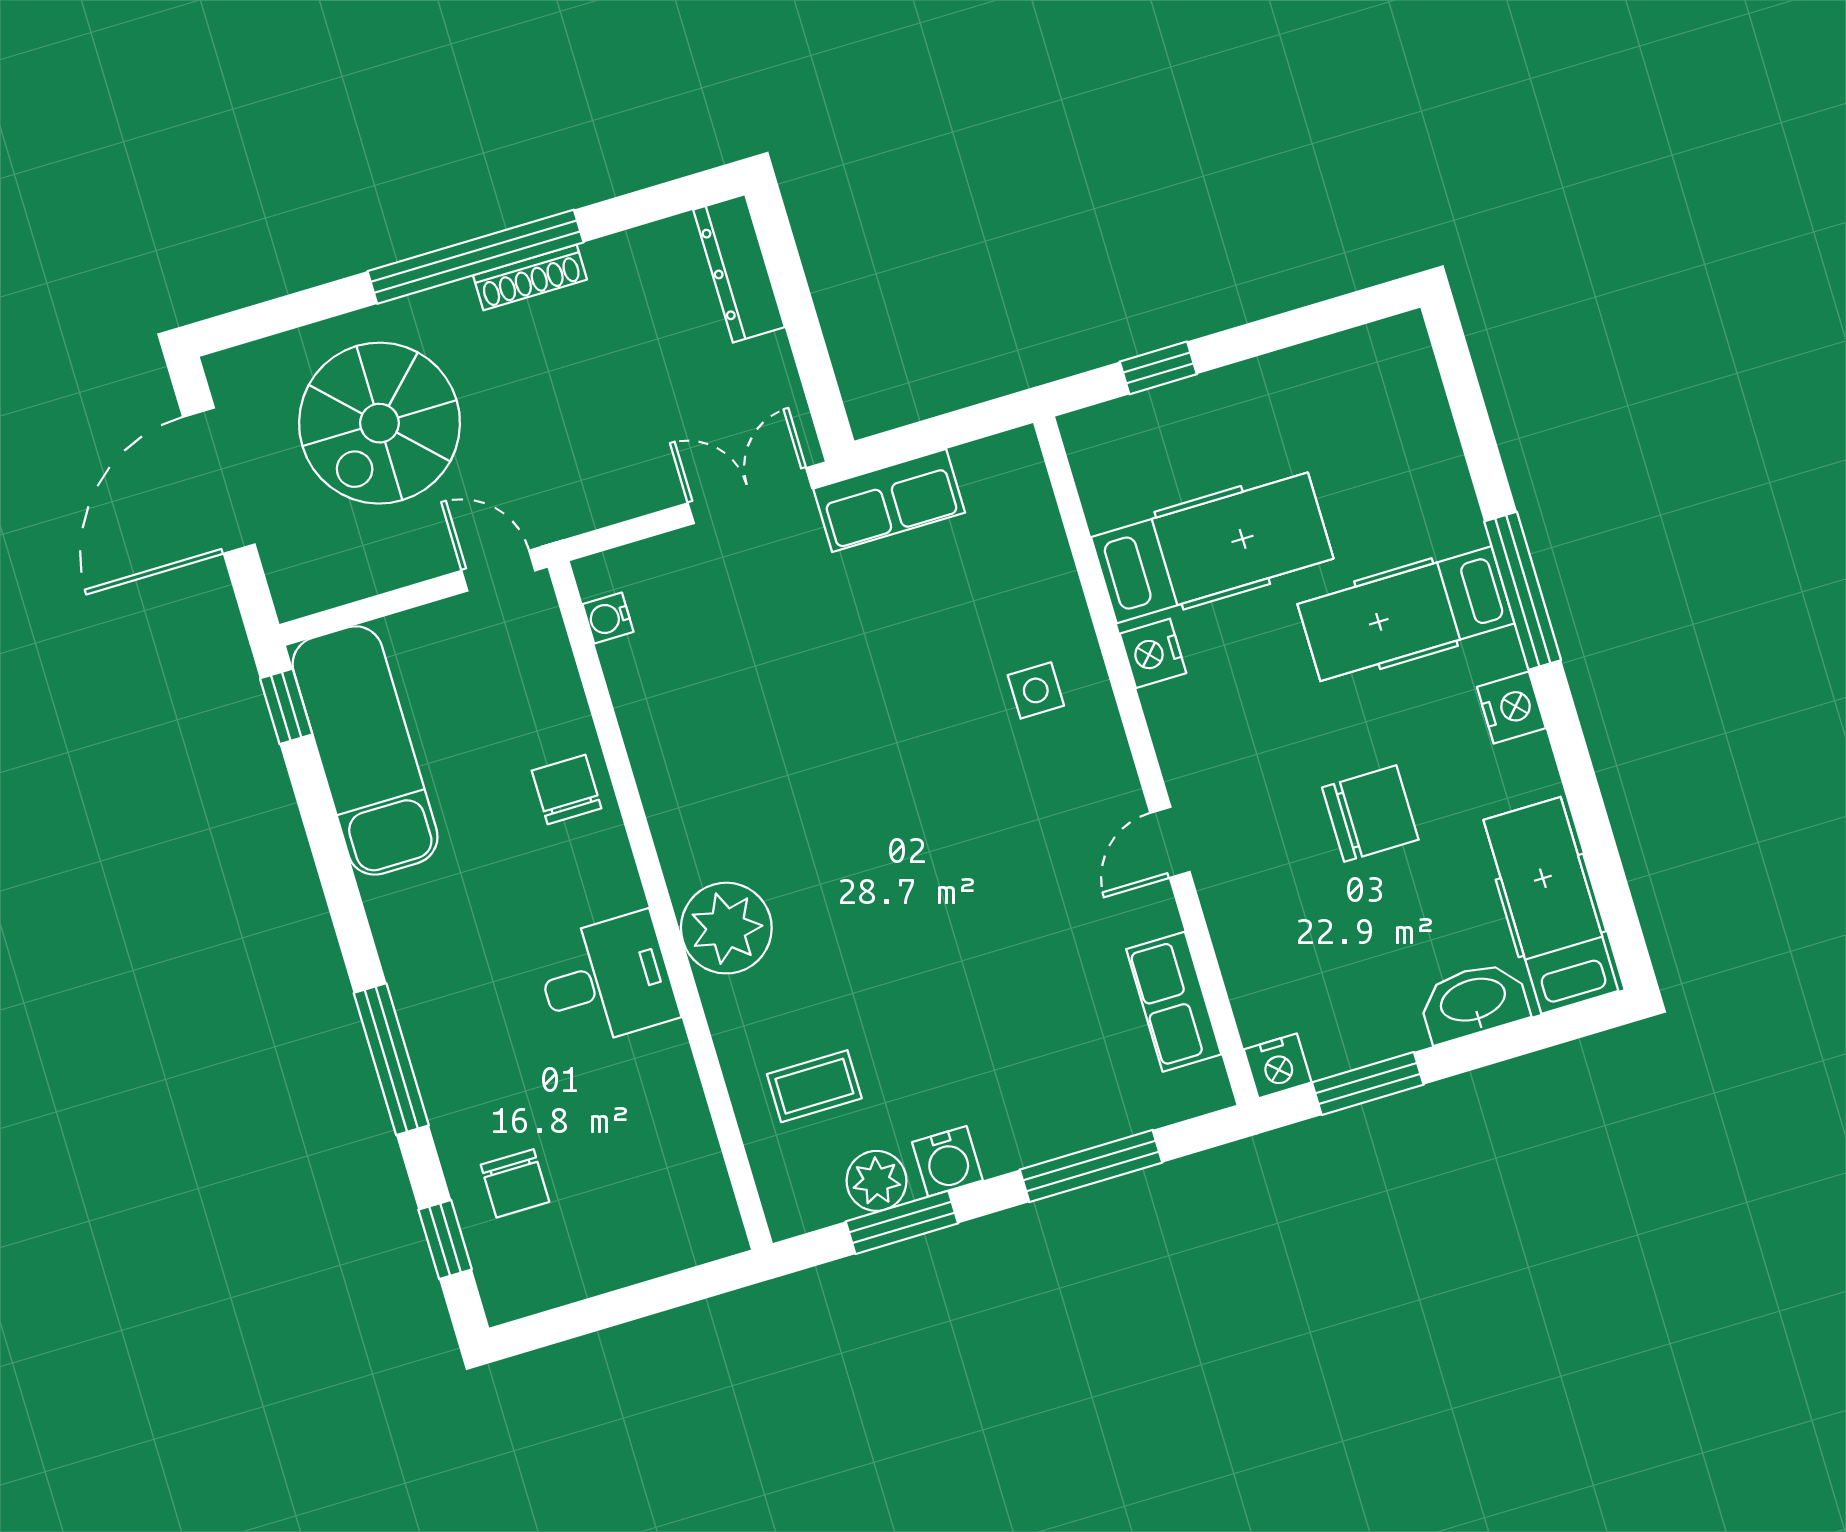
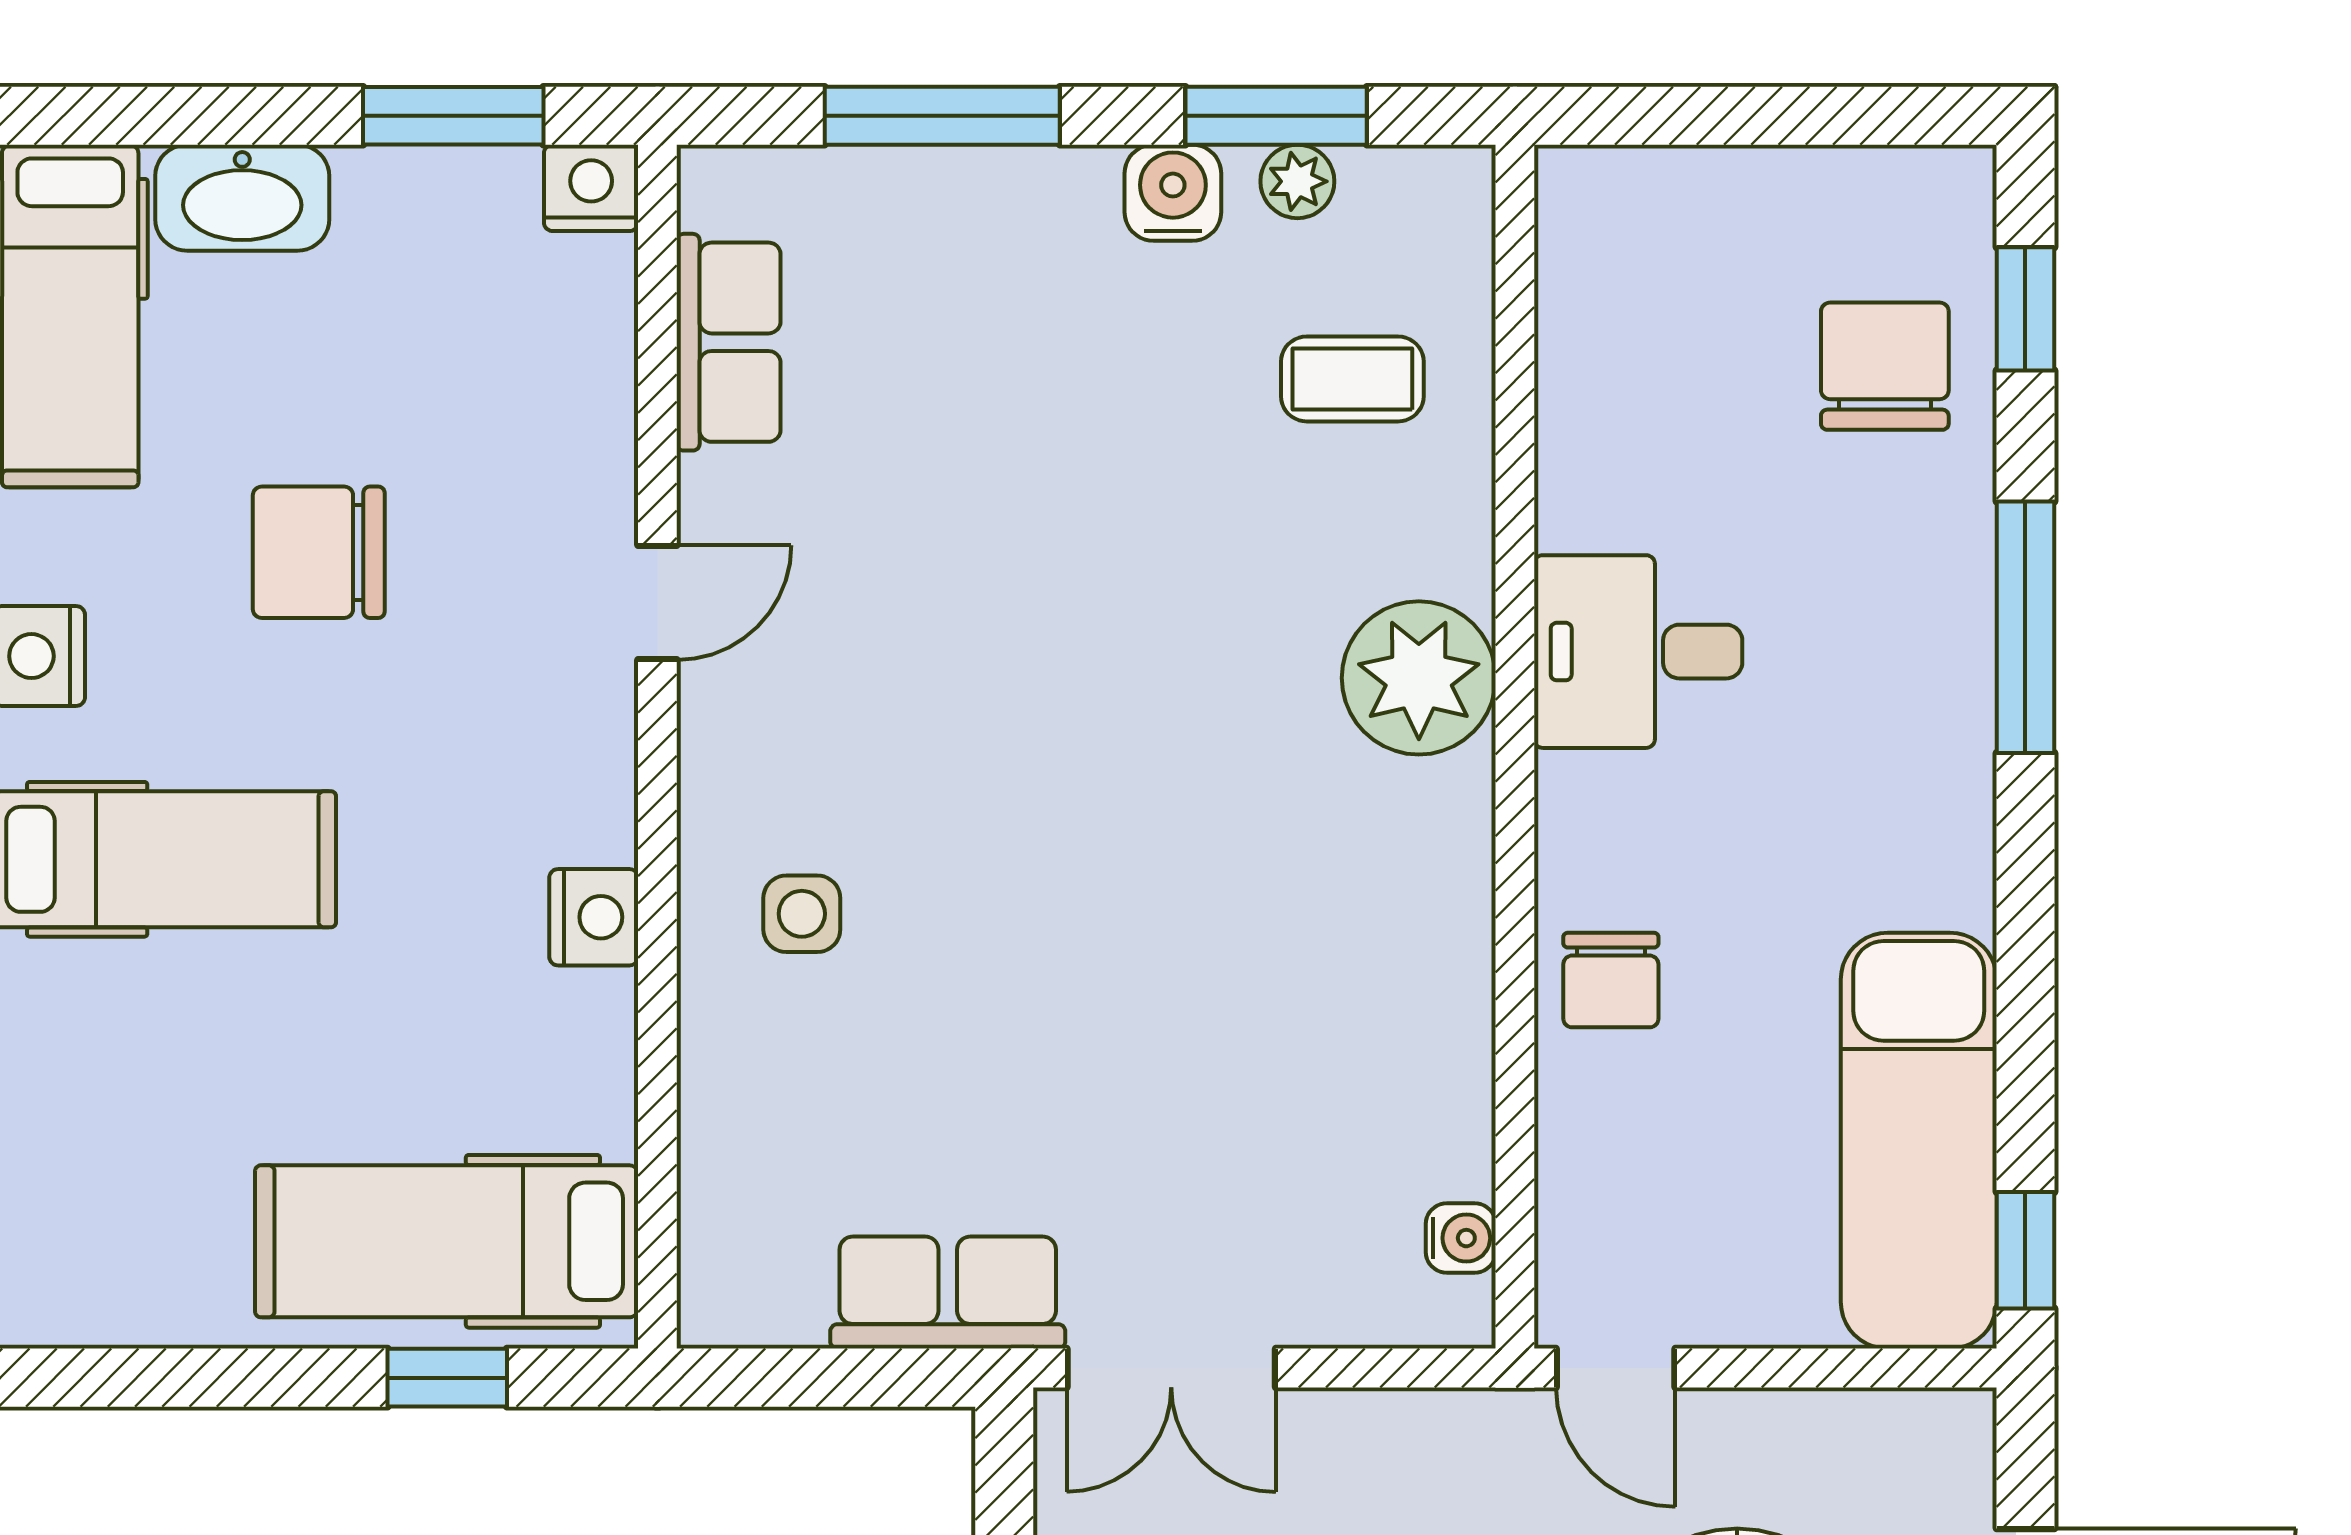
hospital bed: (1212, 548) -> (447, 1241), moved
plant: (876, 1181) -> (1297, 181), width x0.73, depth x0.73
chair: (515, 1183) -> (1885, 366), width x1.37, depth x1.37

